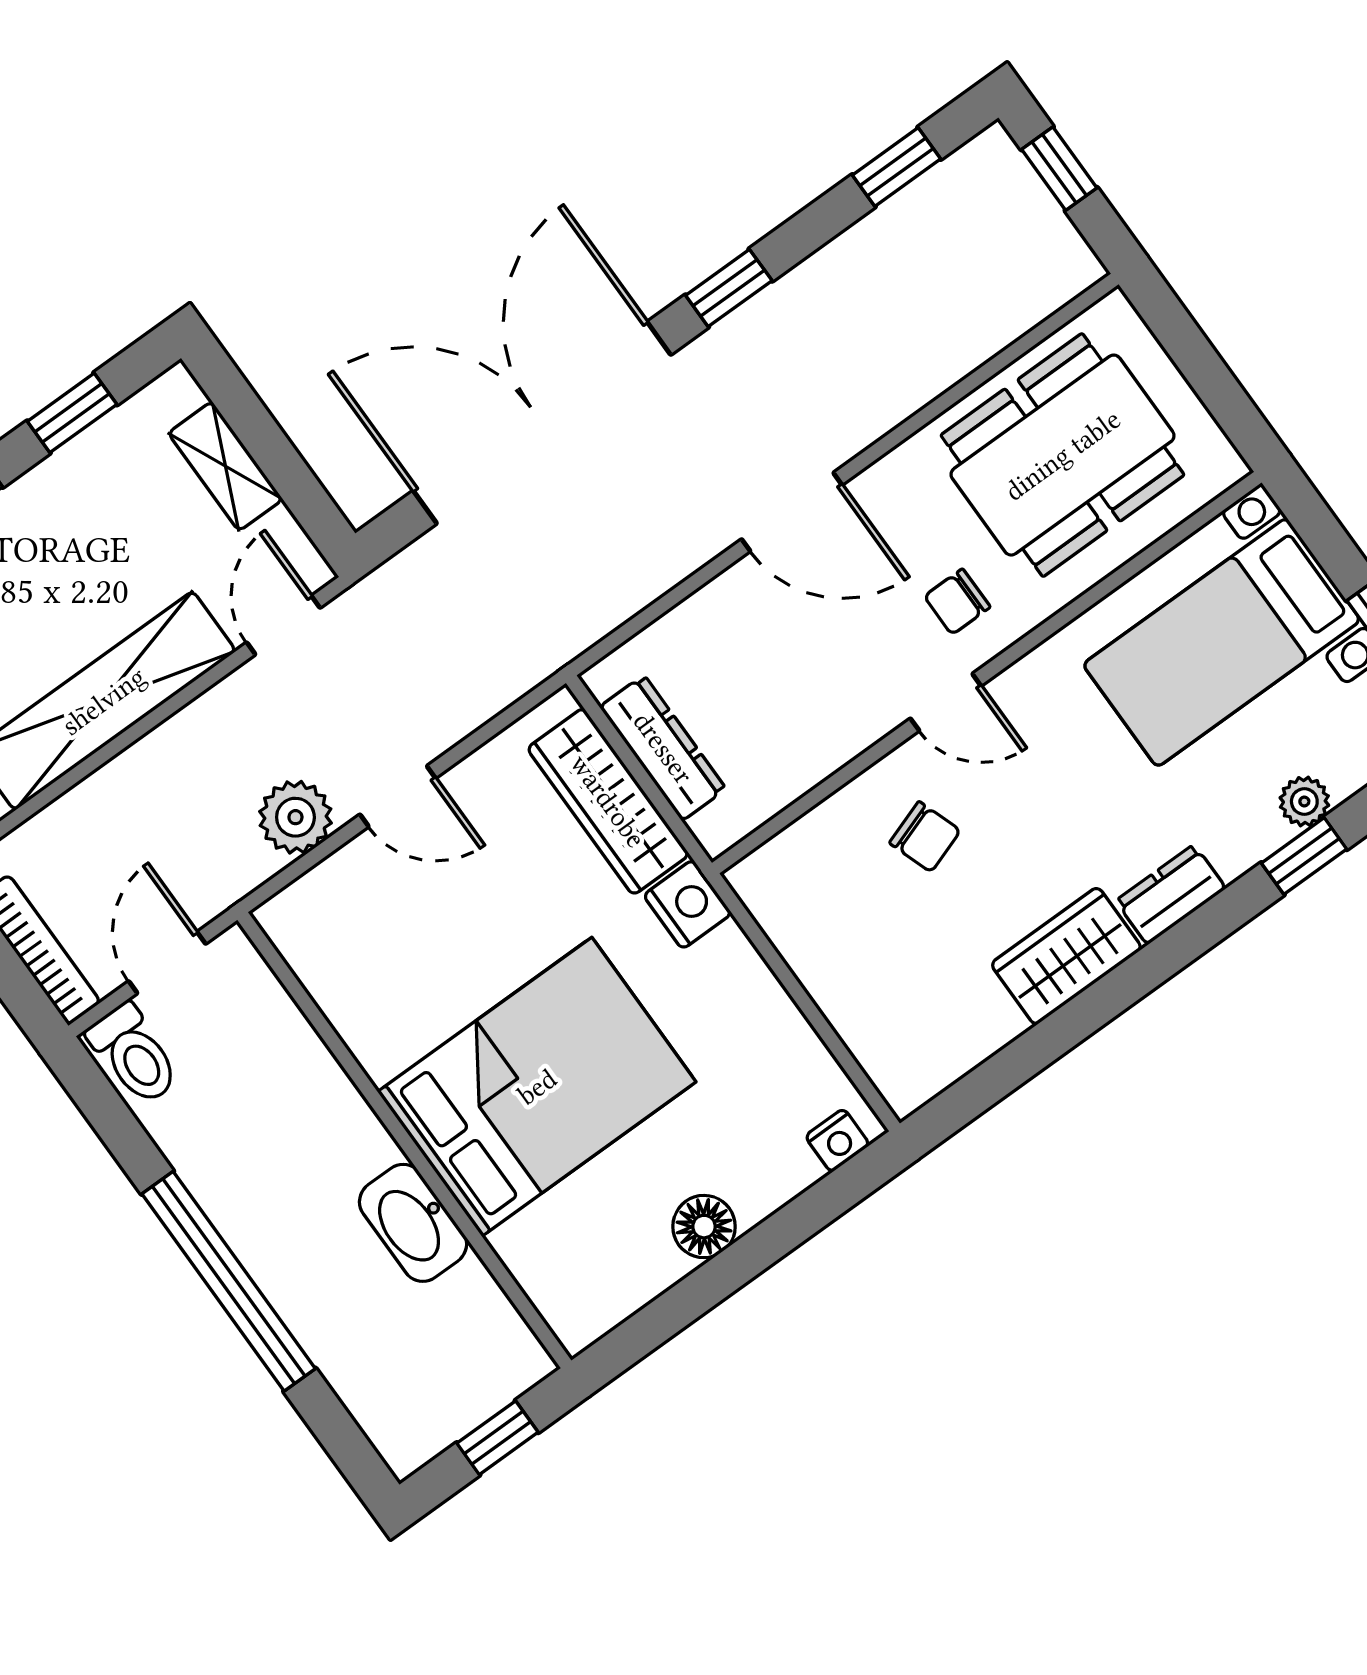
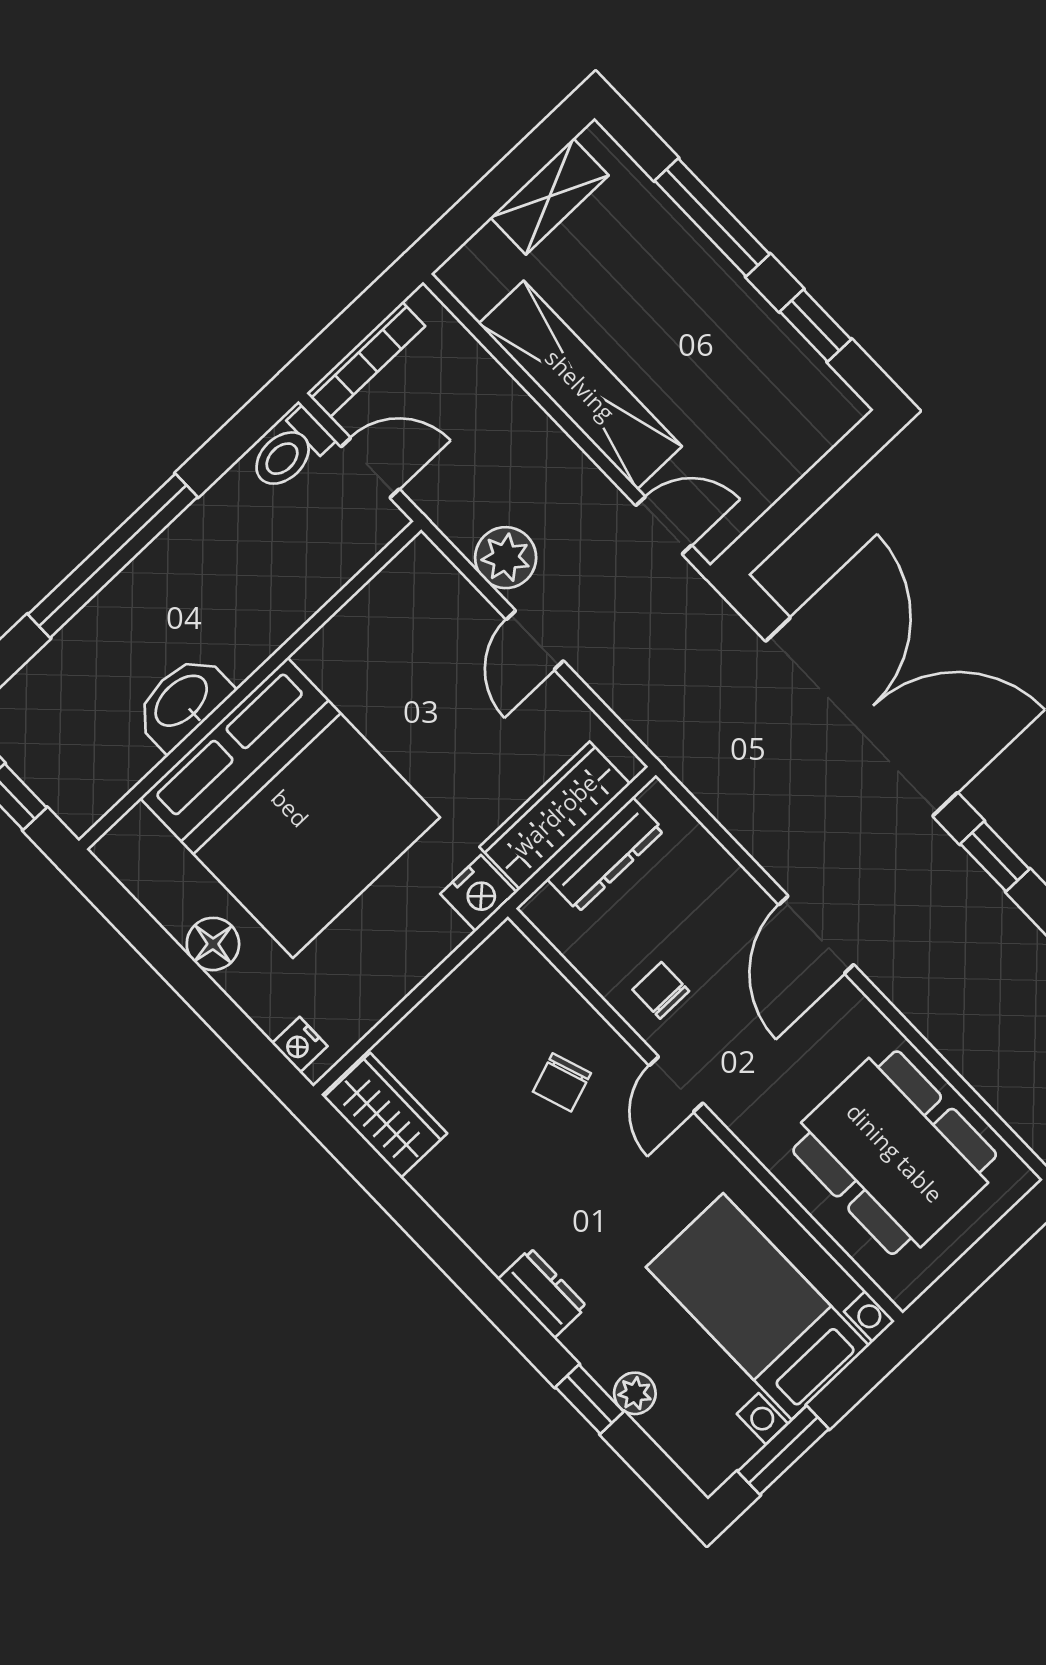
shelving: (225, 466) -> (789, 459), removed
chair: (957, 602) -> (661, 990), moved
wardrobe: (1066, 956) -> (385, 1115), moved
bed: (537, 1087) -> (290, 808), width x1.36

